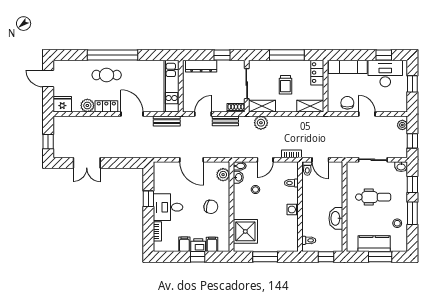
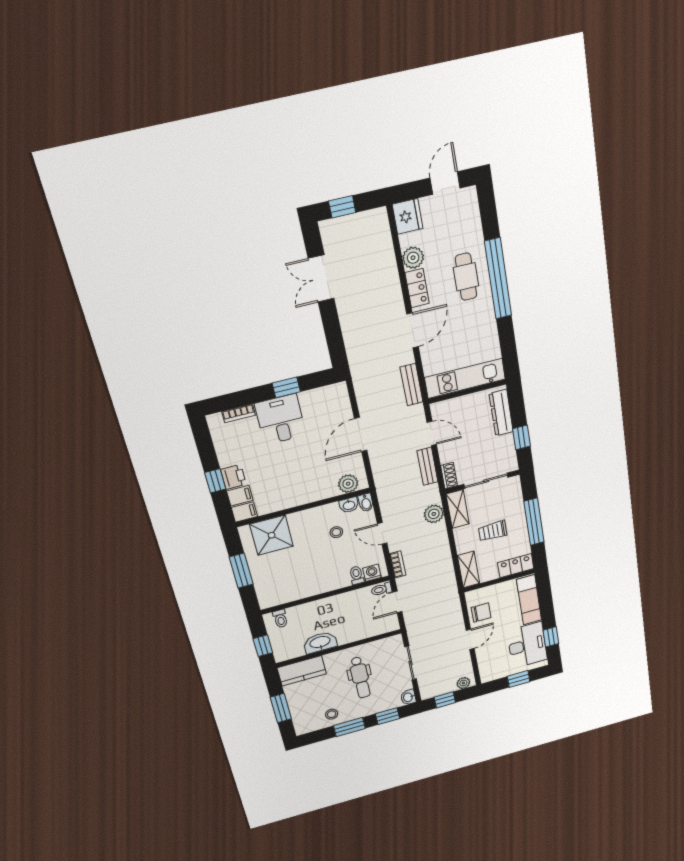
chair: (211, 207) -> (296, 479), removed
washing machine: (293, 210) -> (372, 573), moved
filing cabinet: (184, 244) -> (244, 512), moved
kitchen counter: (374, 244) -> (302, 671), moved, turned 90

